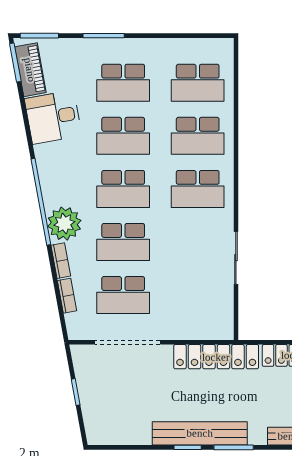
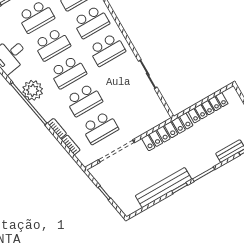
plant: (64, 224) -> (33, 90), moved
bench: (200, 433) -> (163, 188), moved

